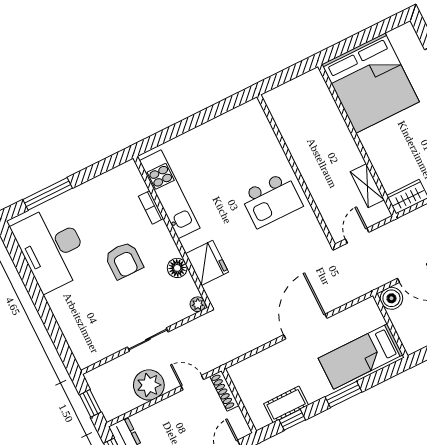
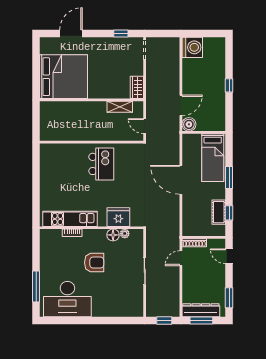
plant: (198, 304) -> (125, 234), moved
plant: (149, 385) -> (170, 283), removed

